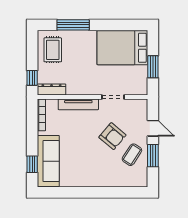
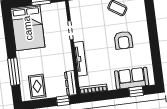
rug: (53, 50) -> (37, 86), turned 90
armchair: (112, 136) -> (123, 40), moved, turned 140
sofa: (48, 161) -> (132, 78), width x0.73

